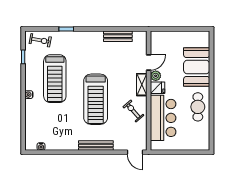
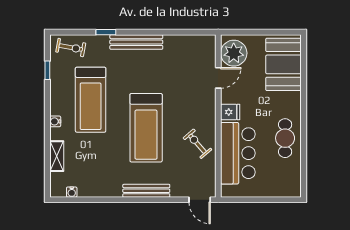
bench: (118, 36) -> (136, 42), moved, width x1.36
booth: (197, 67) -> (284, 64), moved
plant: (156, 76) -> (234, 53), moved, width x1.87, depth x1.87
shelving: (142, 85) -> (57, 156), moved

